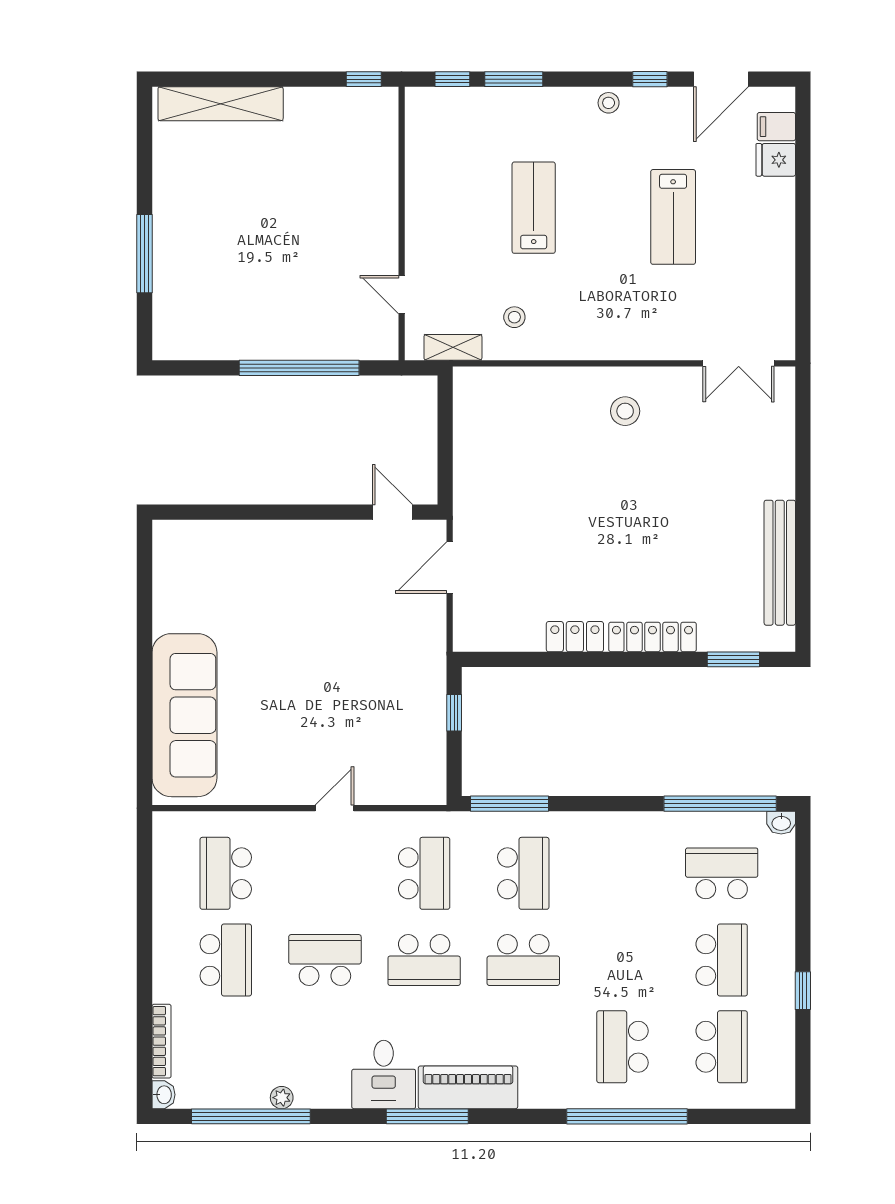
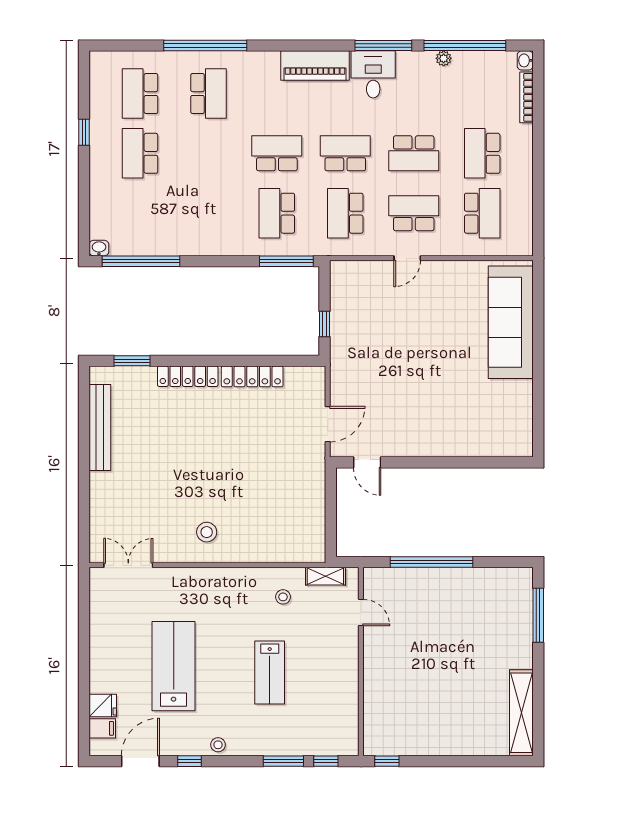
shelving: (221, 104) -> (521, 713), moved, turned 90
lab bench: (673, 217) -> (174, 666), width x1.36, depth x1.39
window: (145, 254) -> (538, 615), moved
locker: (575, 637) -> (252, 376), width x1.53
school desk: (722, 873) -> (414, 213), moved, turned 180
window: (427, 1116) -> (383, 45), moved

